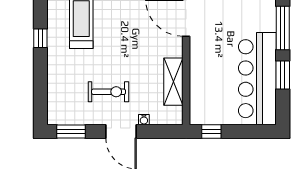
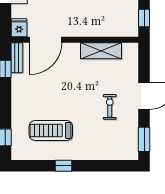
exercise bike: (109, 92) -> (110, 107), width x0.73, depth x0.72
water cooler: (144, 120) -> (134, 76), removed

